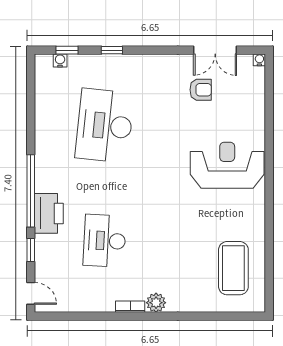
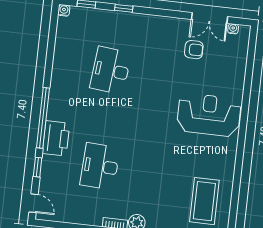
water cooler: (60, 60) -> (64, 10), moved
water cooler: (259, 60) -> (233, 29), moved
desk: (105, 126) -> (111, 70), width x0.73, depth x0.77

